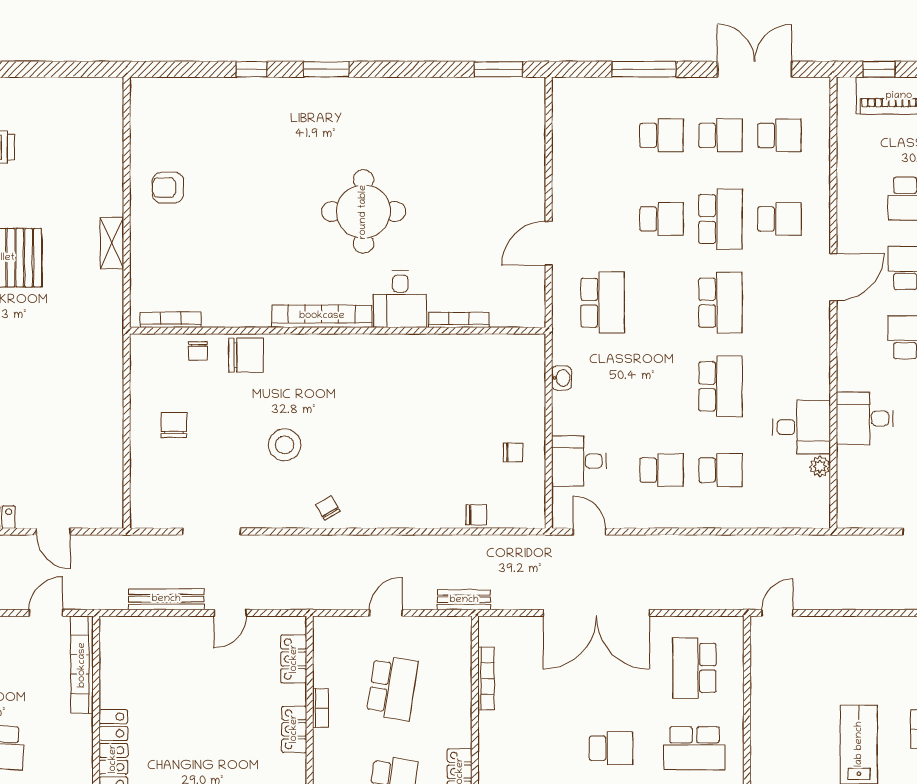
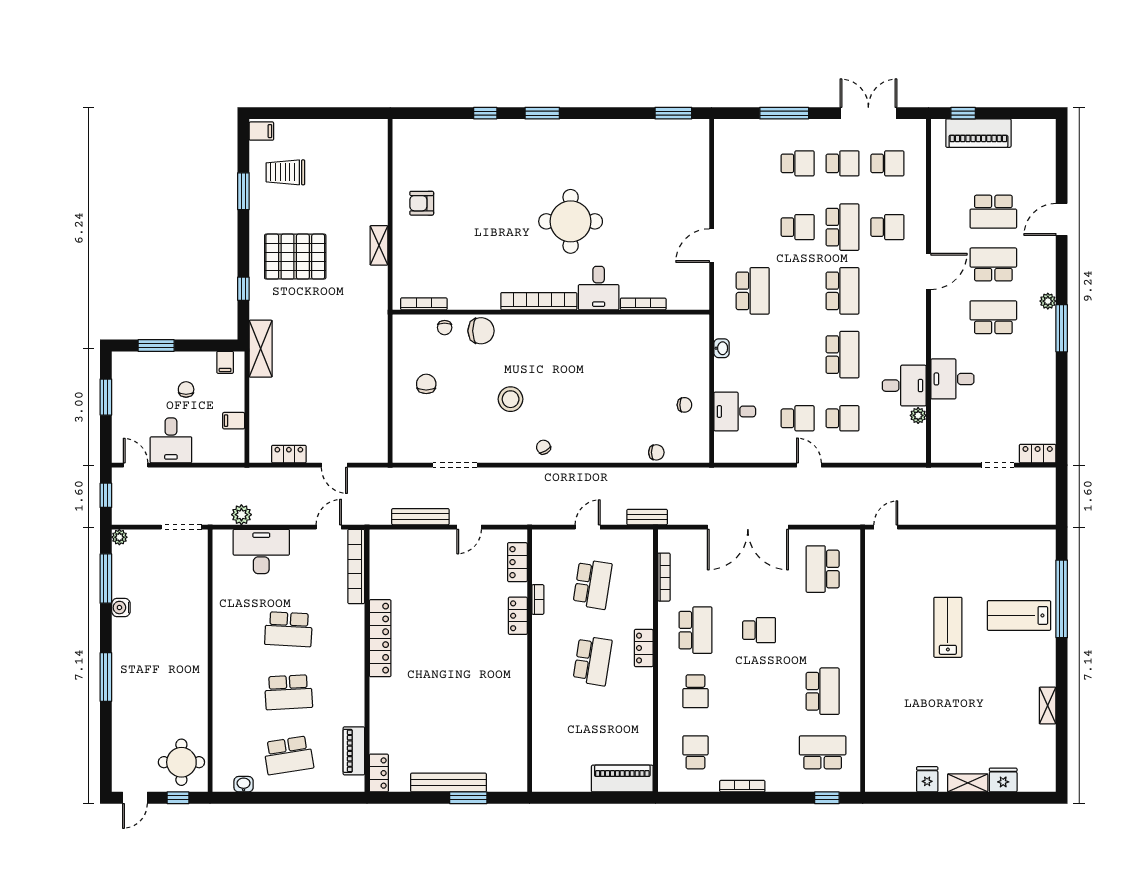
door: (589, 532) -> (809, 465), moved
school desk: (694, 748) -> (695, 630), moved, turned -90

